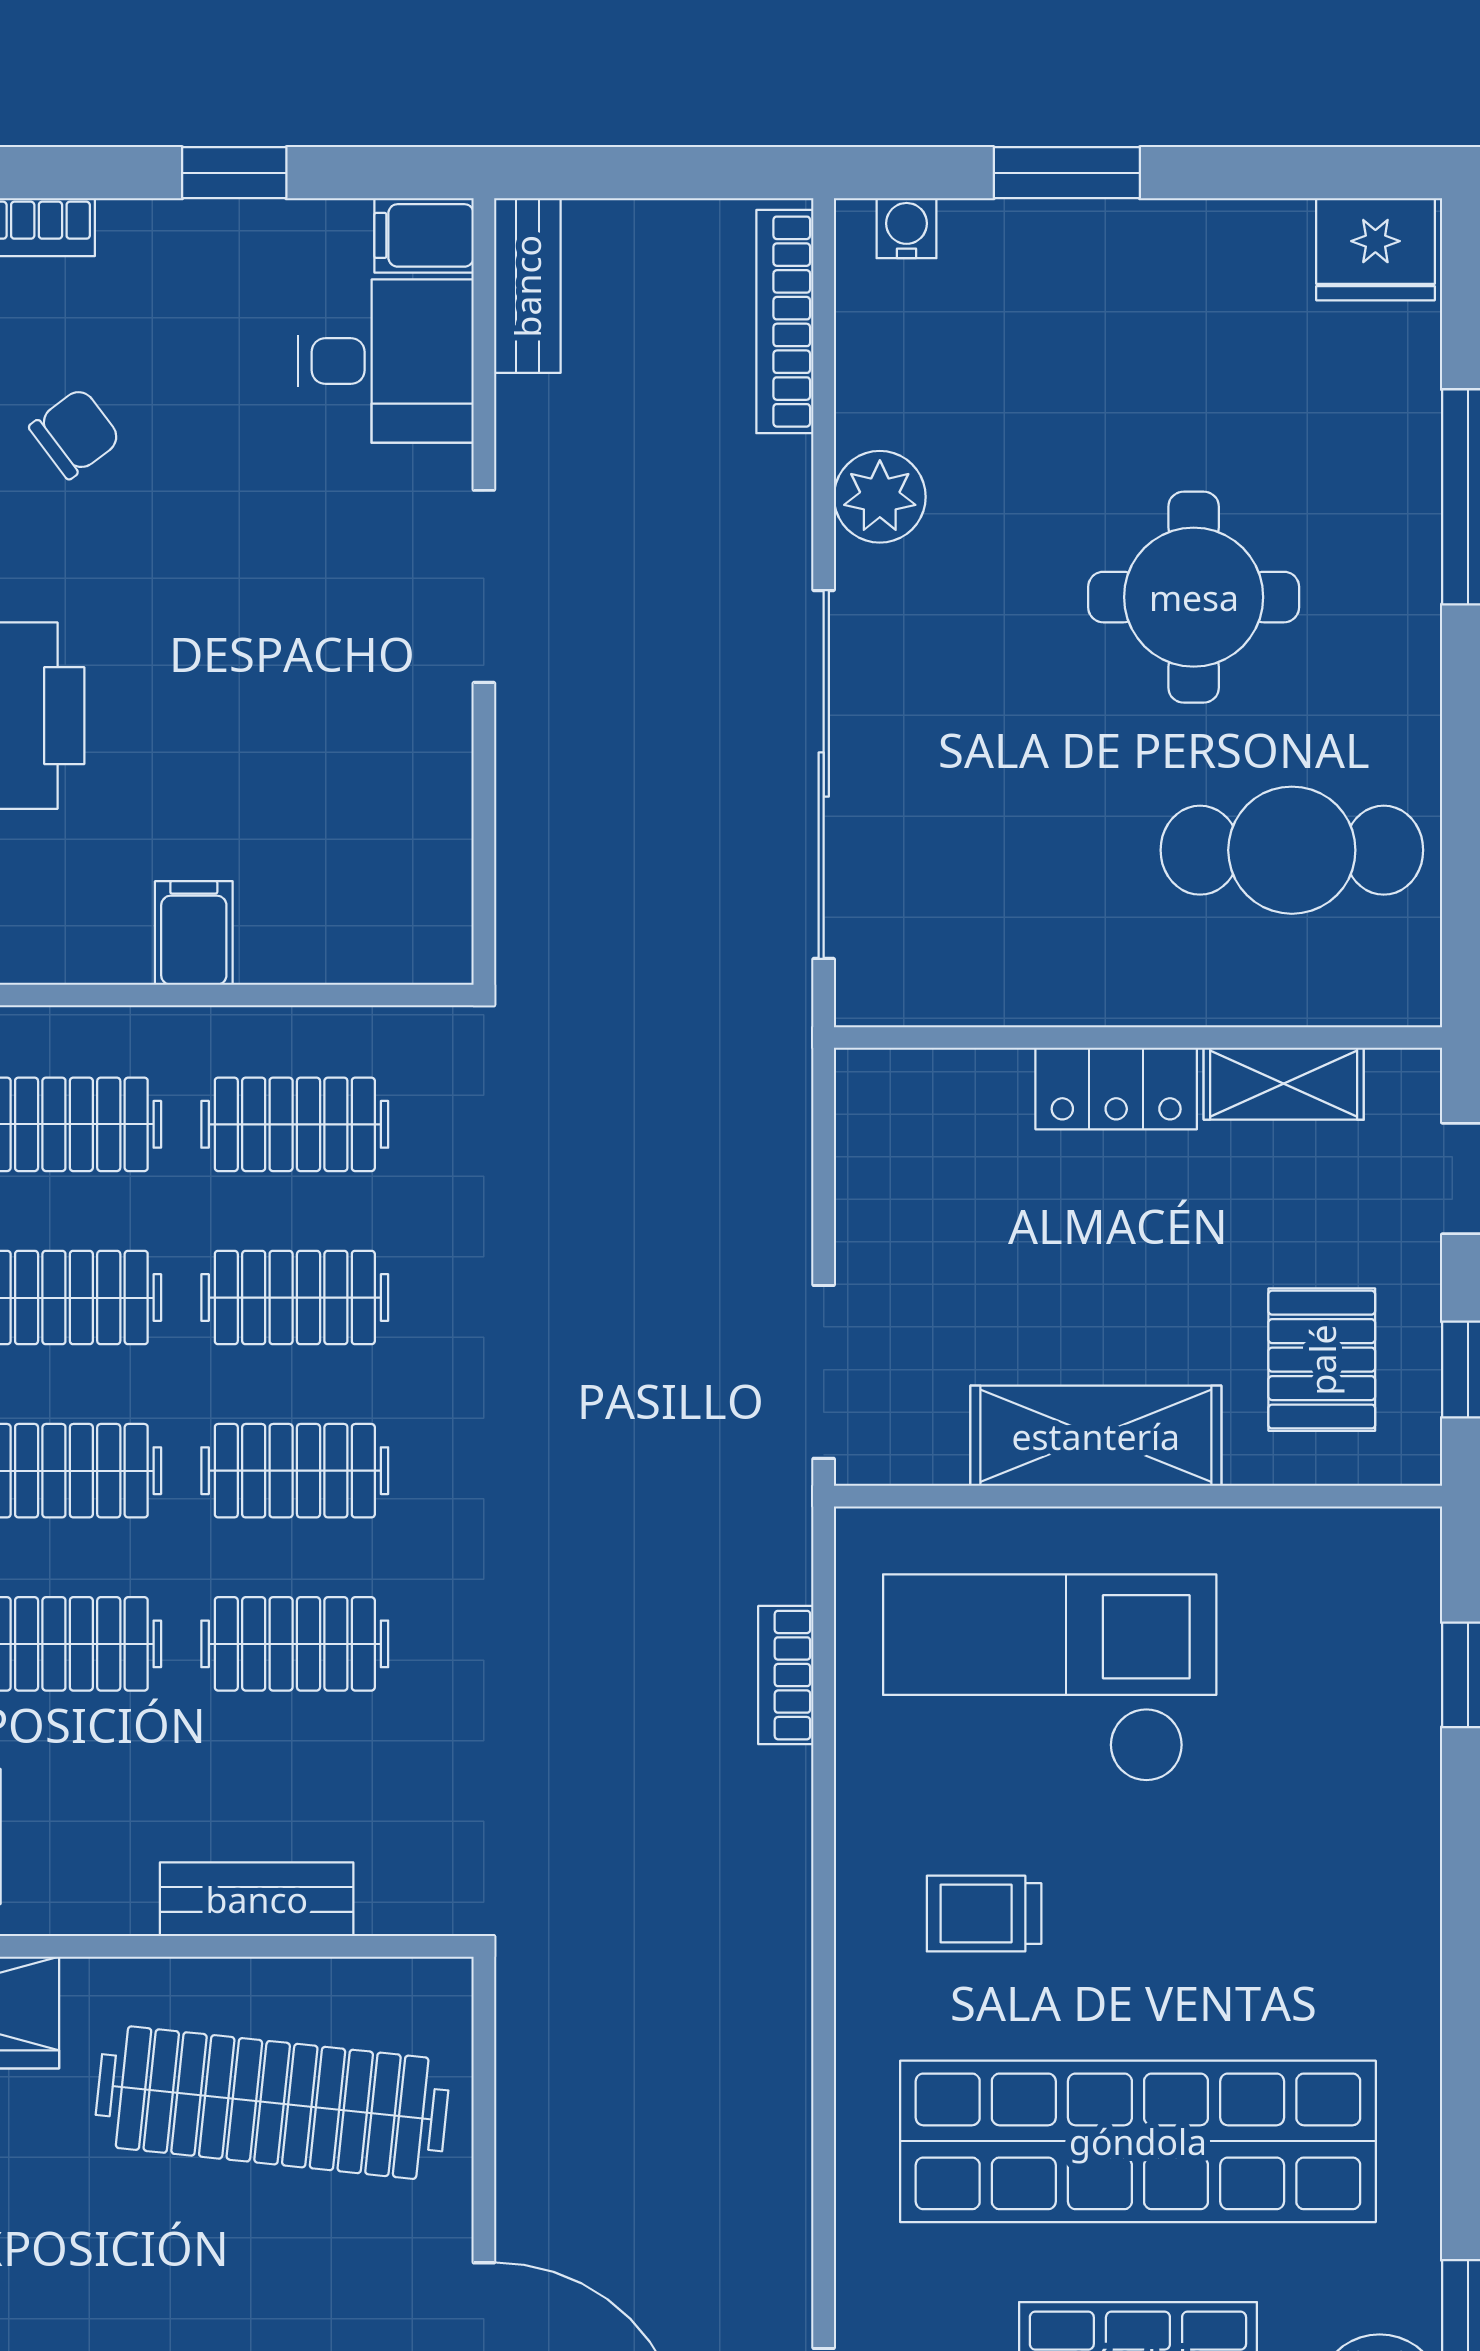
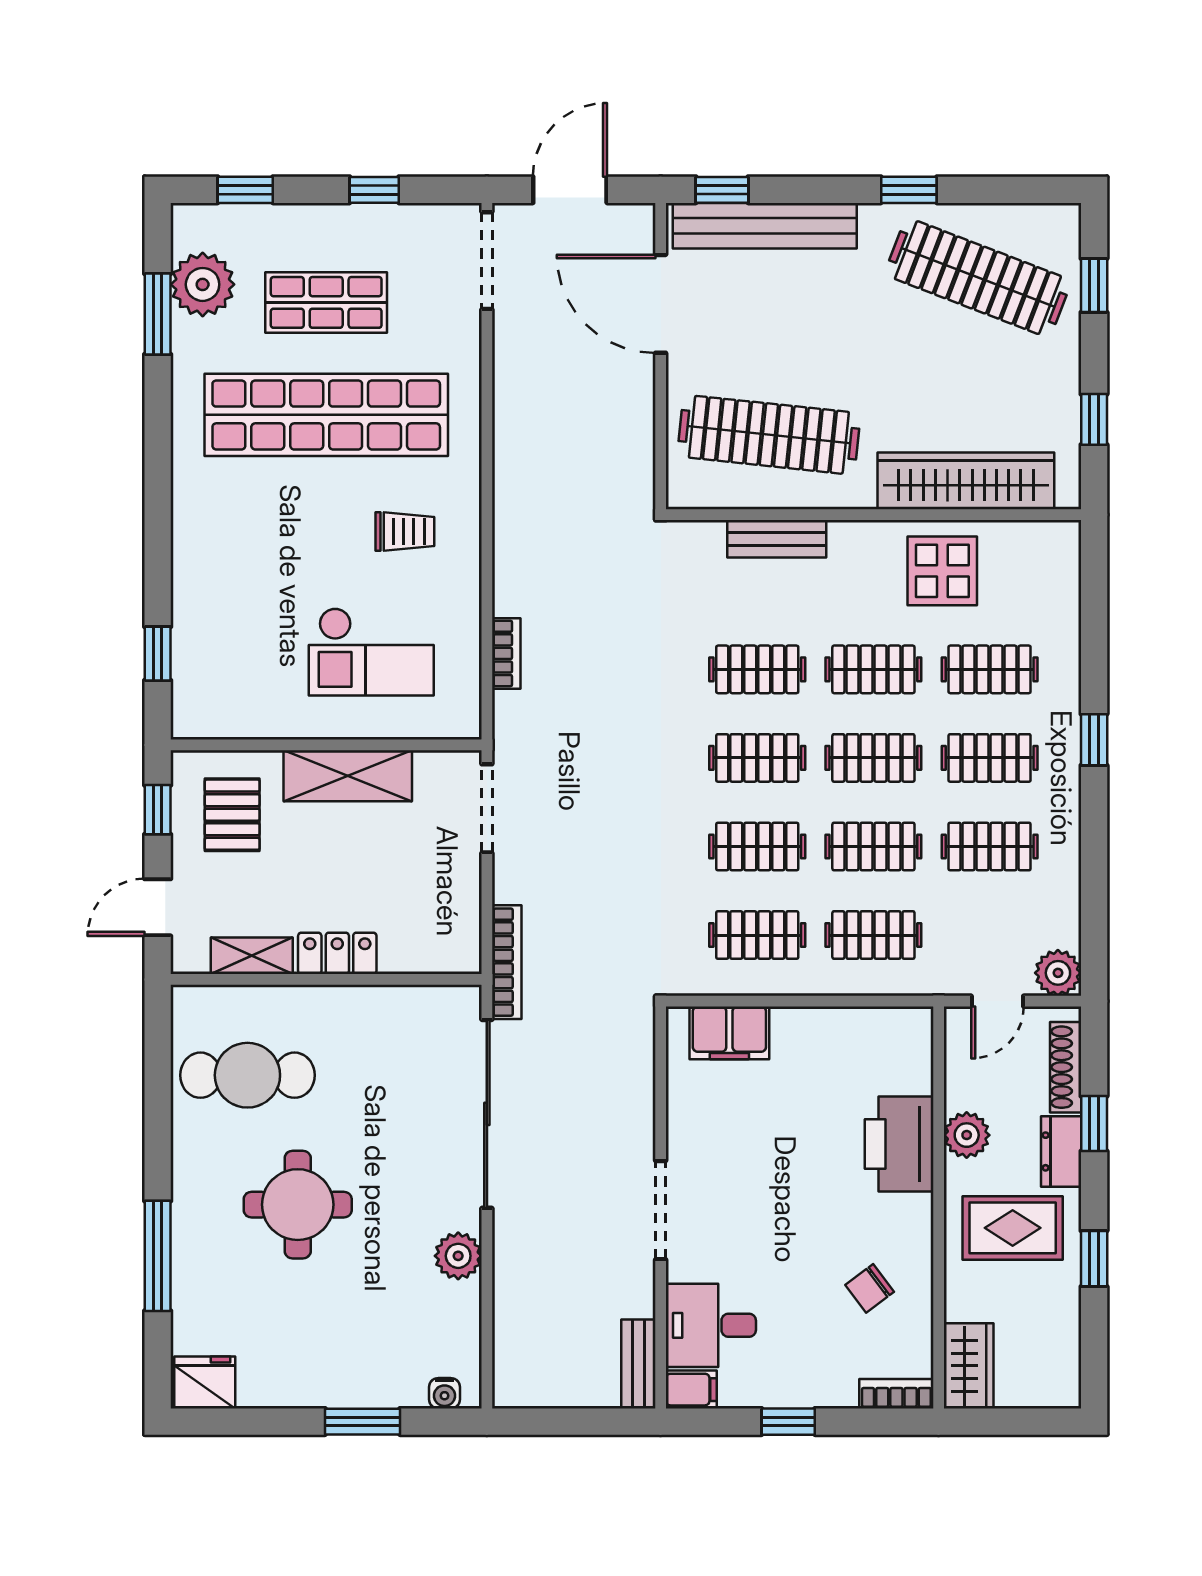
bookcase: (785, 322) -> (507, 962), moved
filing cabinet: (194, 933) -> (729, 1033), moved, width x2.00
checkout: (1050, 1678) -> (371, 652), width x0.73, depth x0.83

